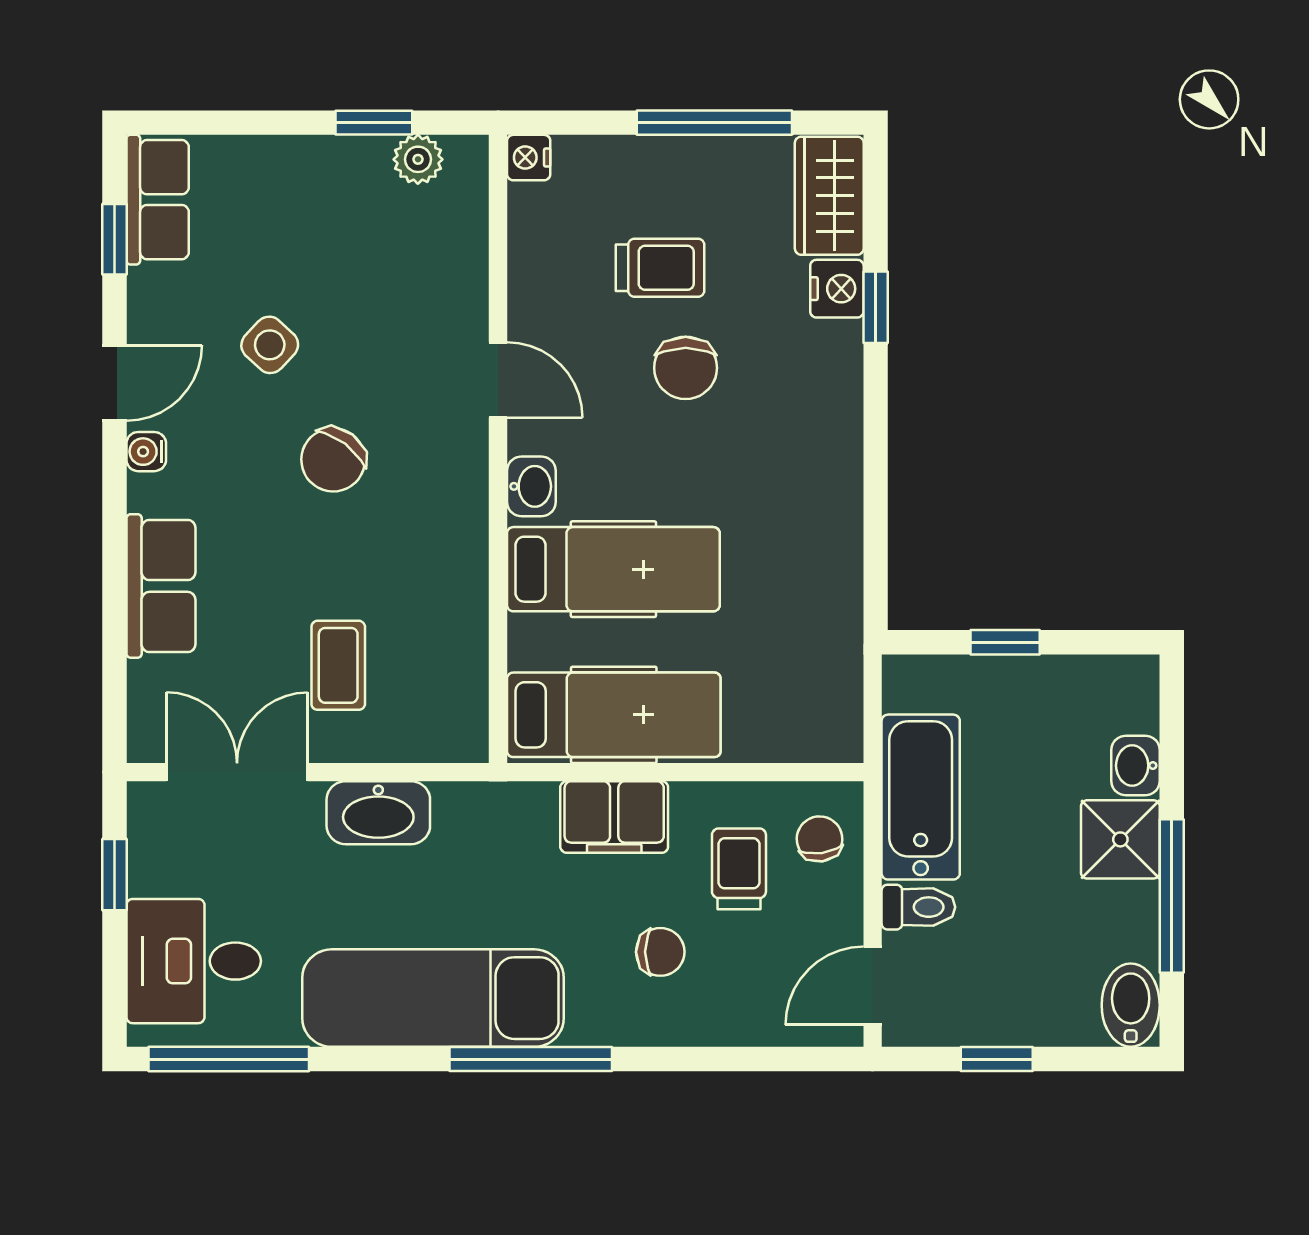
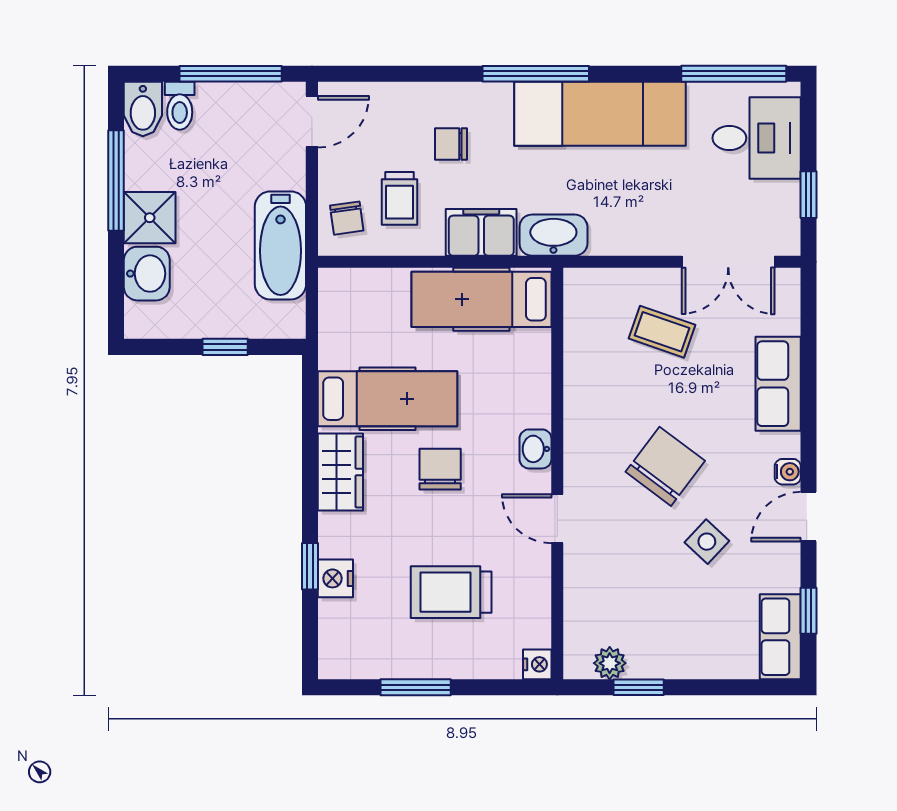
window: (714, 123) -> (416, 687), width x0.69
wardrobe: (829, 196) -> (340, 472), moved
trolley: (660, 268) -> (451, 592), width x1.36, depth x1.39
chair: (686, 368) -> (440, 469), moved
chair: (333, 460) -> (665, 466), width x1.37, depth x1.37
hospital bed: (613, 569) -> (387, 399), moved, turned 180
coffee table: (338, 665) -> (662, 332), turned -71
washbasin: (1136, 766) -> (147, 274), width x1.38, depth x1.45
washbasin: (378, 813) -> (553, 235), moved
toilet: (918, 907) -> (180, 106), moved, turned -90
window: (997, 1059) -> (231, 74), width x2.17

